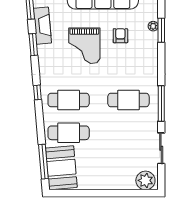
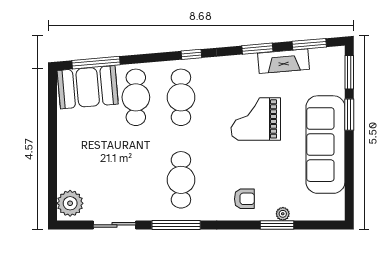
armchair: (120, 36) -> (244, 199), moved

